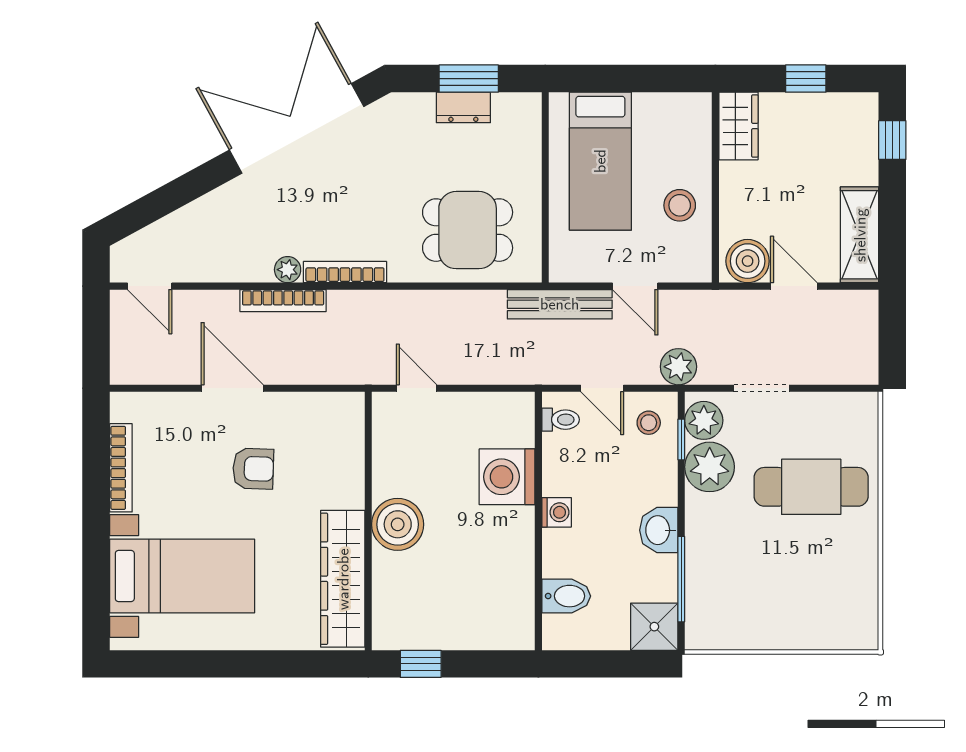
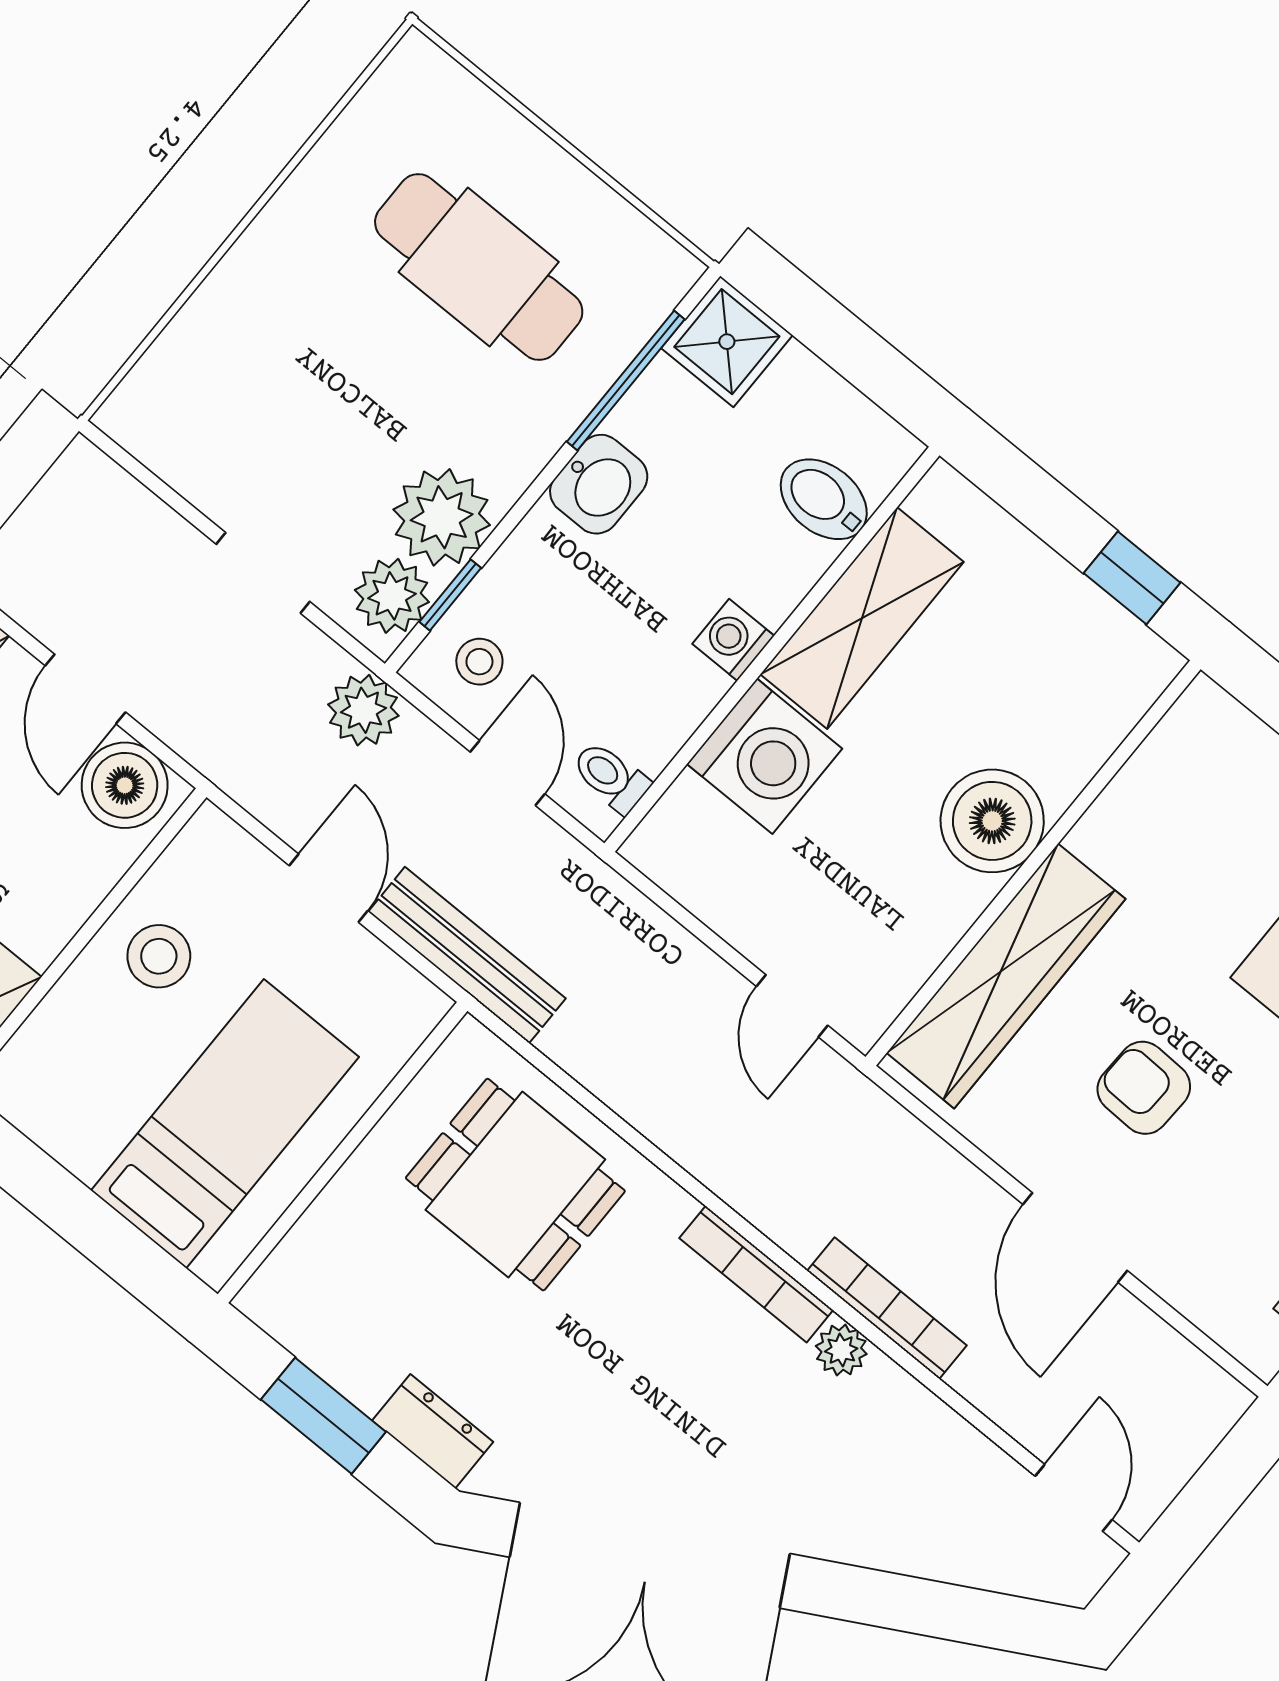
dresser: (463, 107) -> (433, 1431), moved
cafe table: (811, 487) -> (479, 267), moved
shelving: (513, 562) -> (862, 618), added
wardrobe: (343, 579) -> (1006, 976), moved

